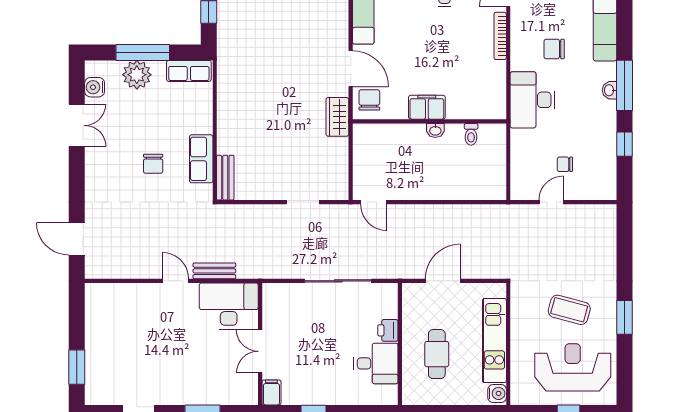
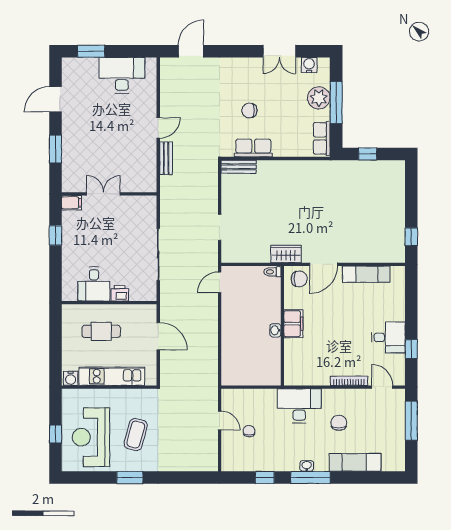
toilet: (471, 134) -> (272, 272), moved
desk: (229, 306) -> (122, 75), moved, turned -90
reception desk: (573, 367) -> (91, 437), turned 180

